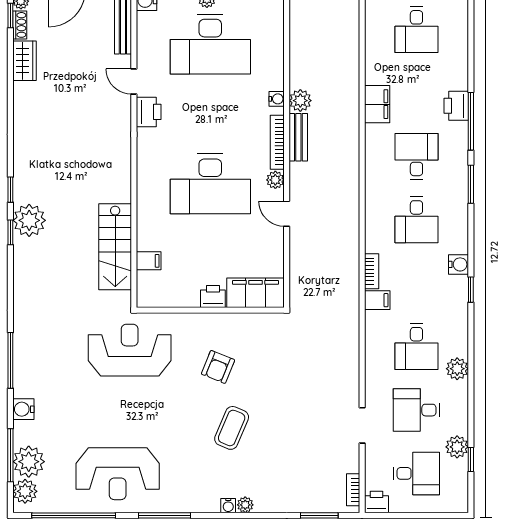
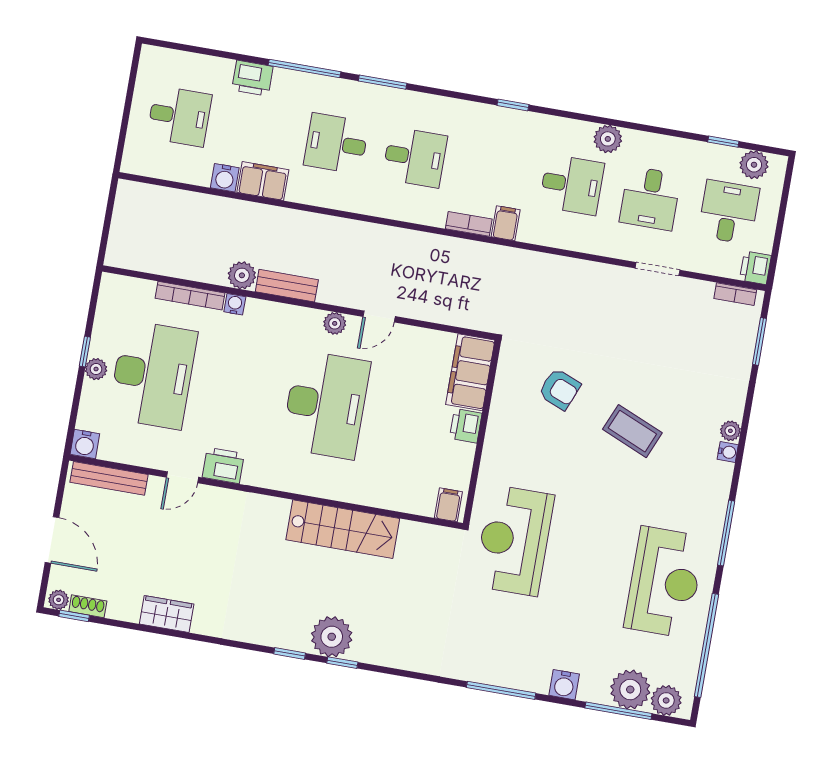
wardrobe: (24, 61) -> (167, 614), moved
printer: (456, 106) -> (252, 78), moved
bookcase: (277, 142) -> (190, 296), moved
stairs: (115, 247) -> (343, 529), moved
filing cabinet: (149, 261) -> (448, 505), moved
water cooler: (458, 264) -> (225, 178), moved, turned 180
armchair: (218, 367) -> (559, 389), moved
plant: (457, 447) -> (754, 165), moved

